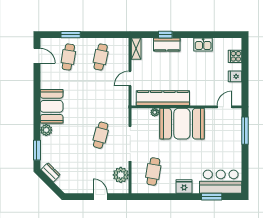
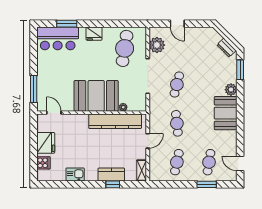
fridge: (235, 76) -> (46, 143), width x1.88, depth x1.34
cafe table: (101, 96) -> (177, 123), added
door: (225, 107) -> (54, 113), swing flipped
cafe table: (153, 172) -> (125, 48), width x1.37, depth x1.35

